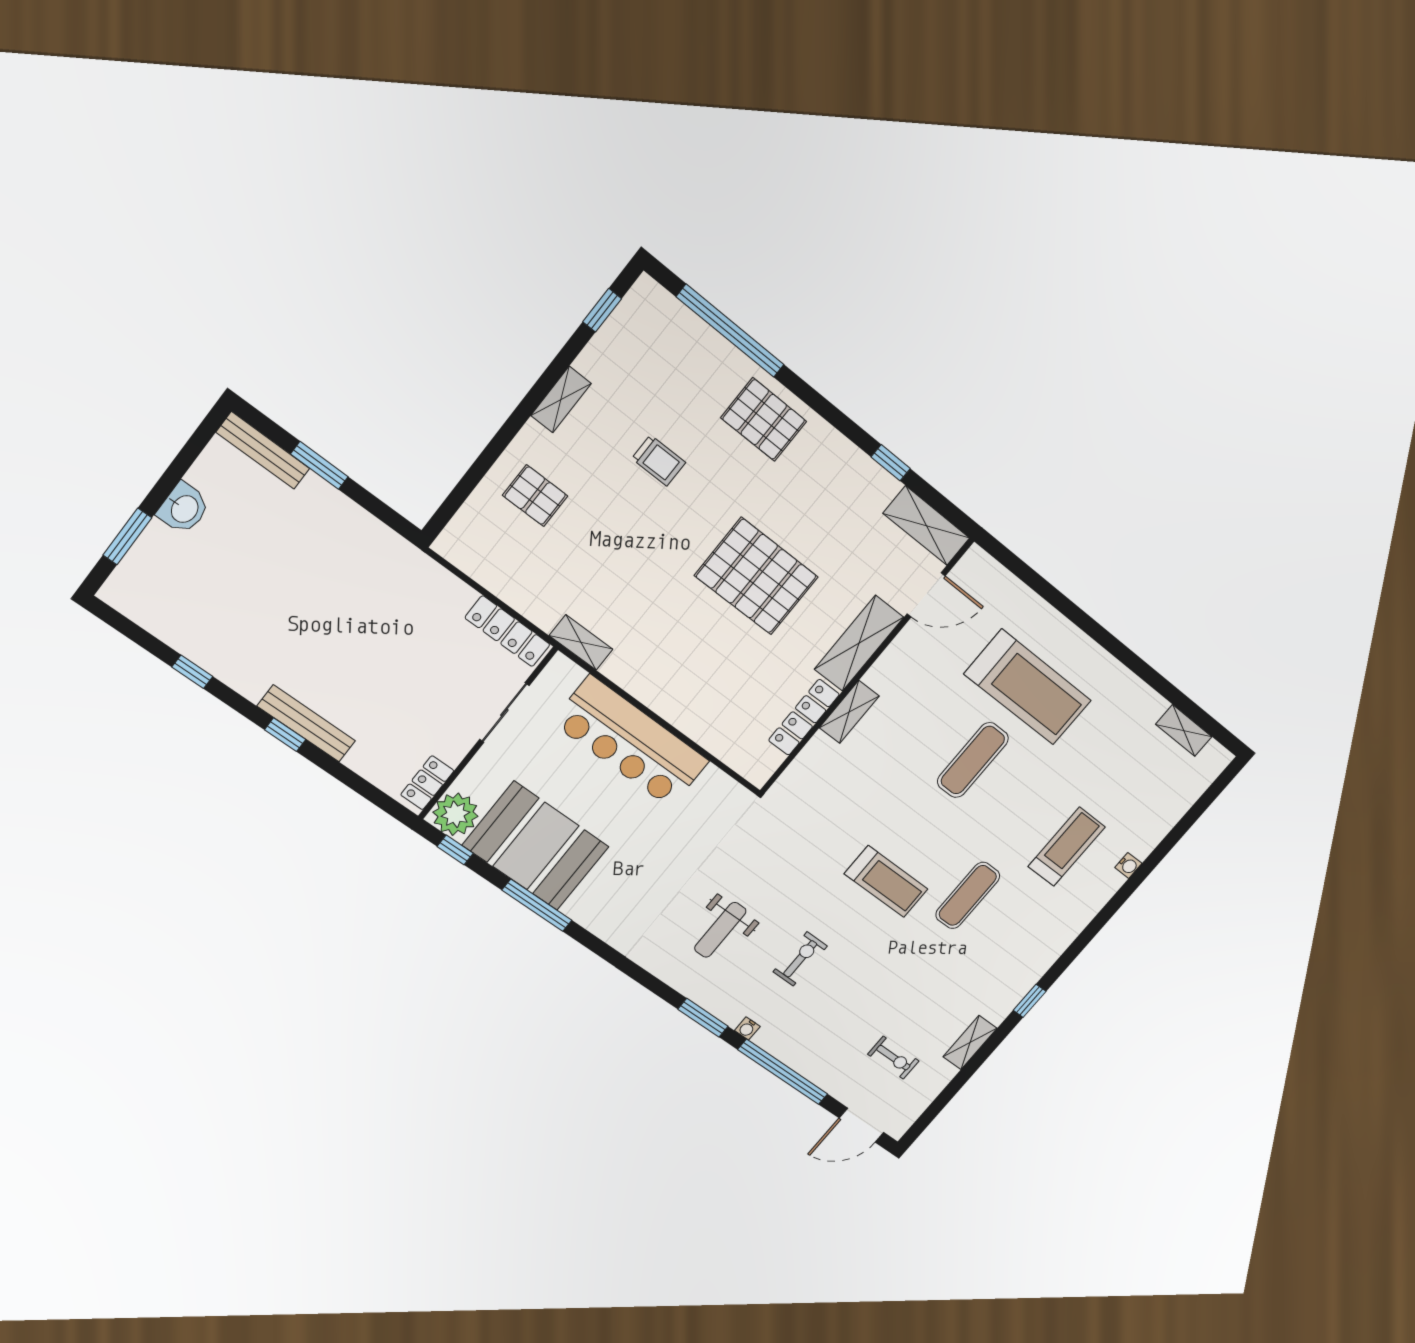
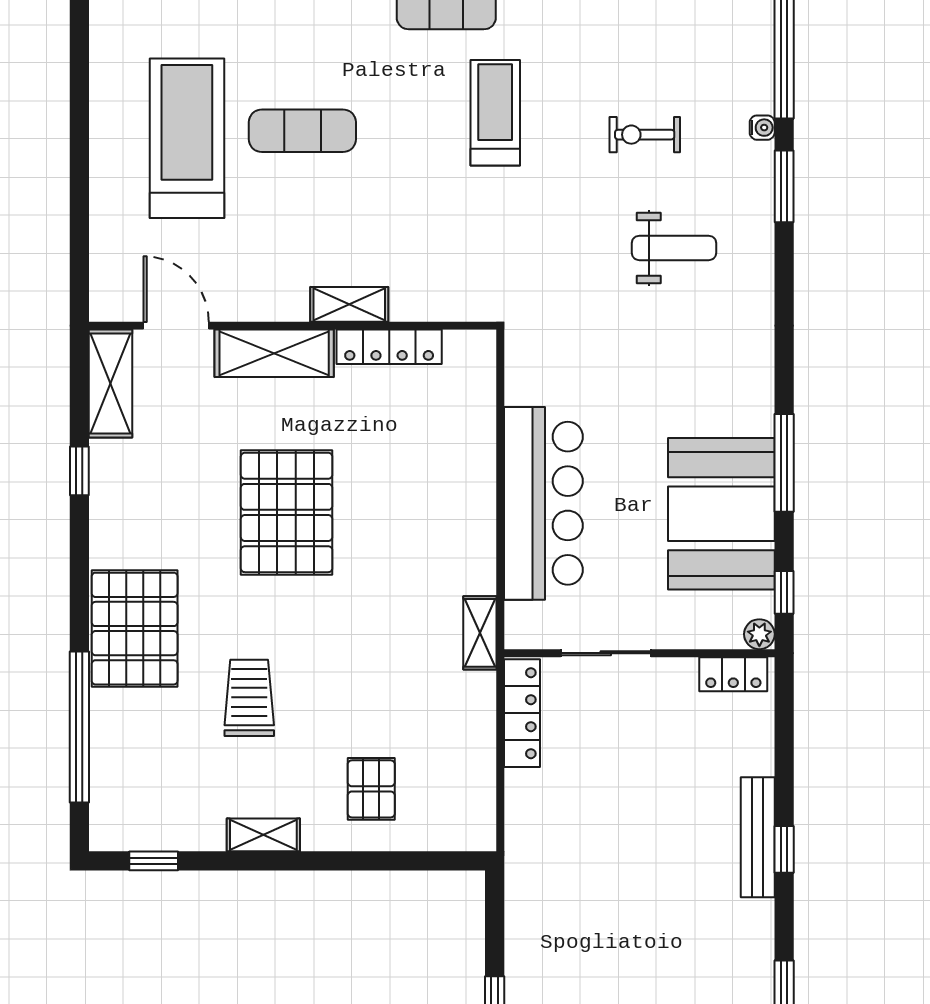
pallet: (764, 420) -> (135, 629), width x1.37, depth x1.41
trolley: (659, 461) -> (249, 698), width x1.36, depth x1.39
plant: (455, 814) -> (759, 634), width x0.53, depth x0.53

